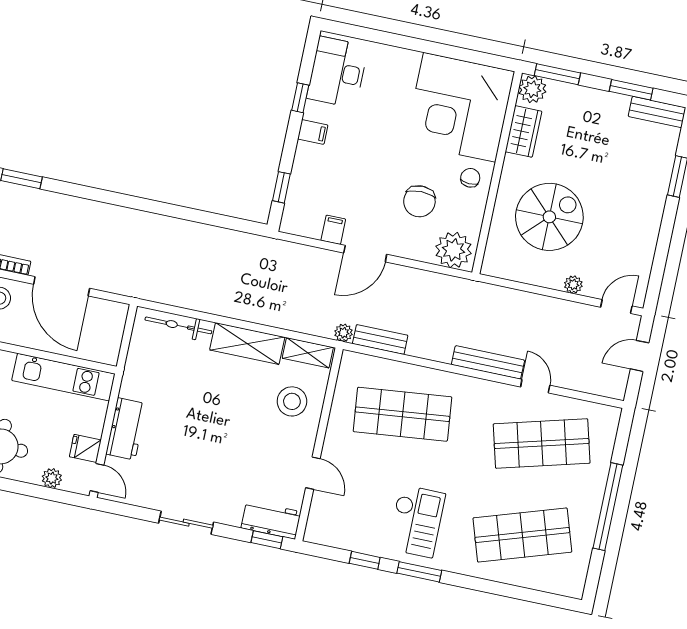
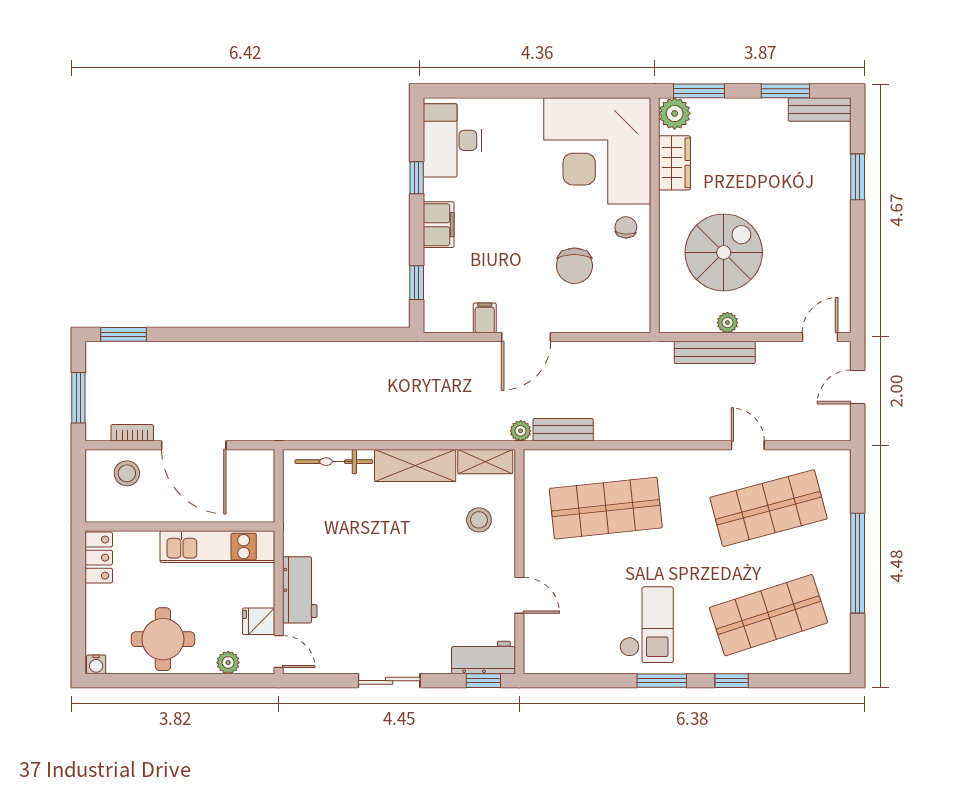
filing cabinet: (313, 132) -> (439, 225), width x2.00
plant: (454, 250) -> (624, 312), removed
plant: (573, 285) -> (727, 323), moved
bench: (488, 362) -> (715, 352), moved
stool: (292, 401) -> (479, 520), width x0.73, depth x0.73
window: (365, 560) -> (732, 681), moved

